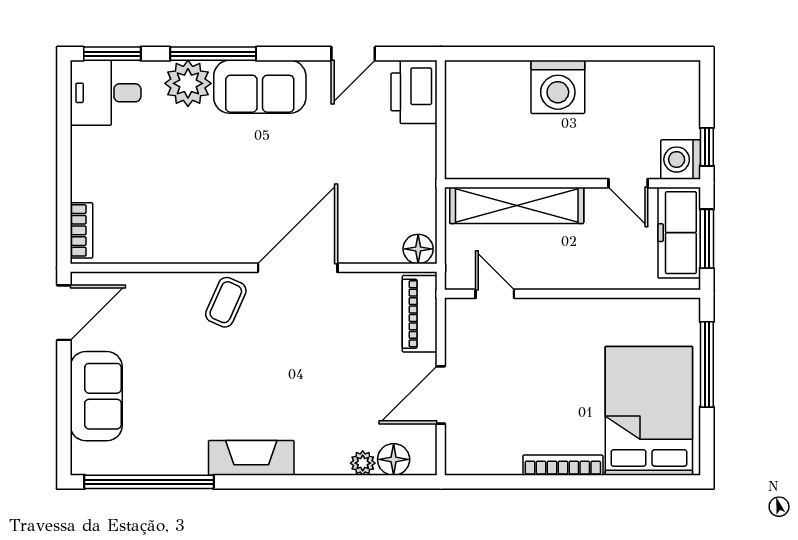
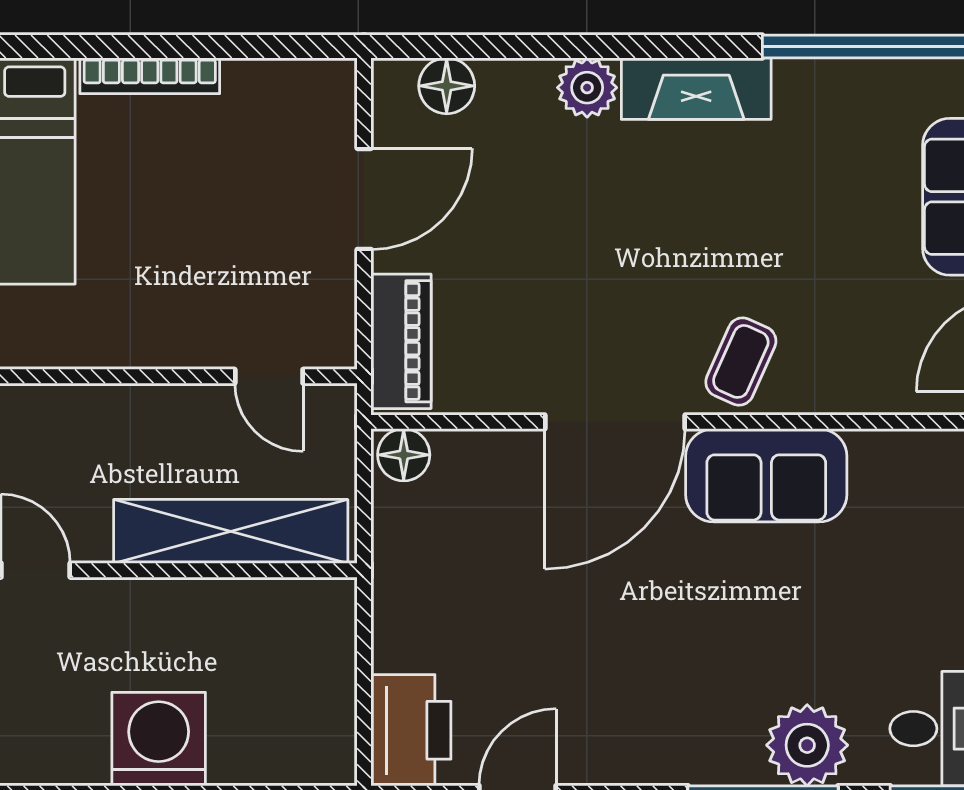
sofa: (260, 87) -> (766, 475), moved, turned 180
plant: (363, 463) -> (587, 88), moved, width x1.38, depth x1.38

